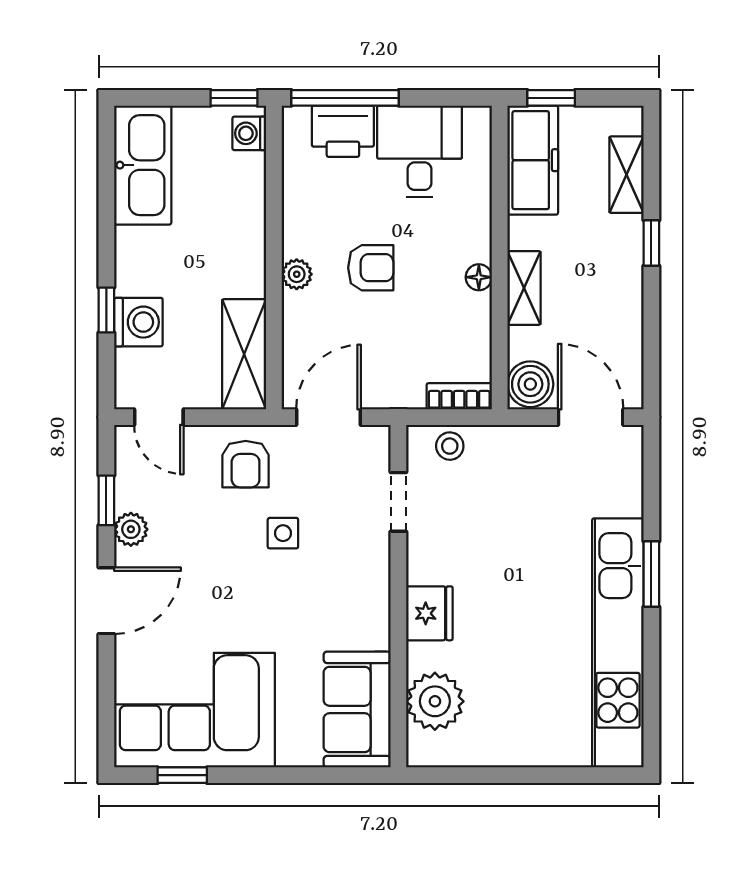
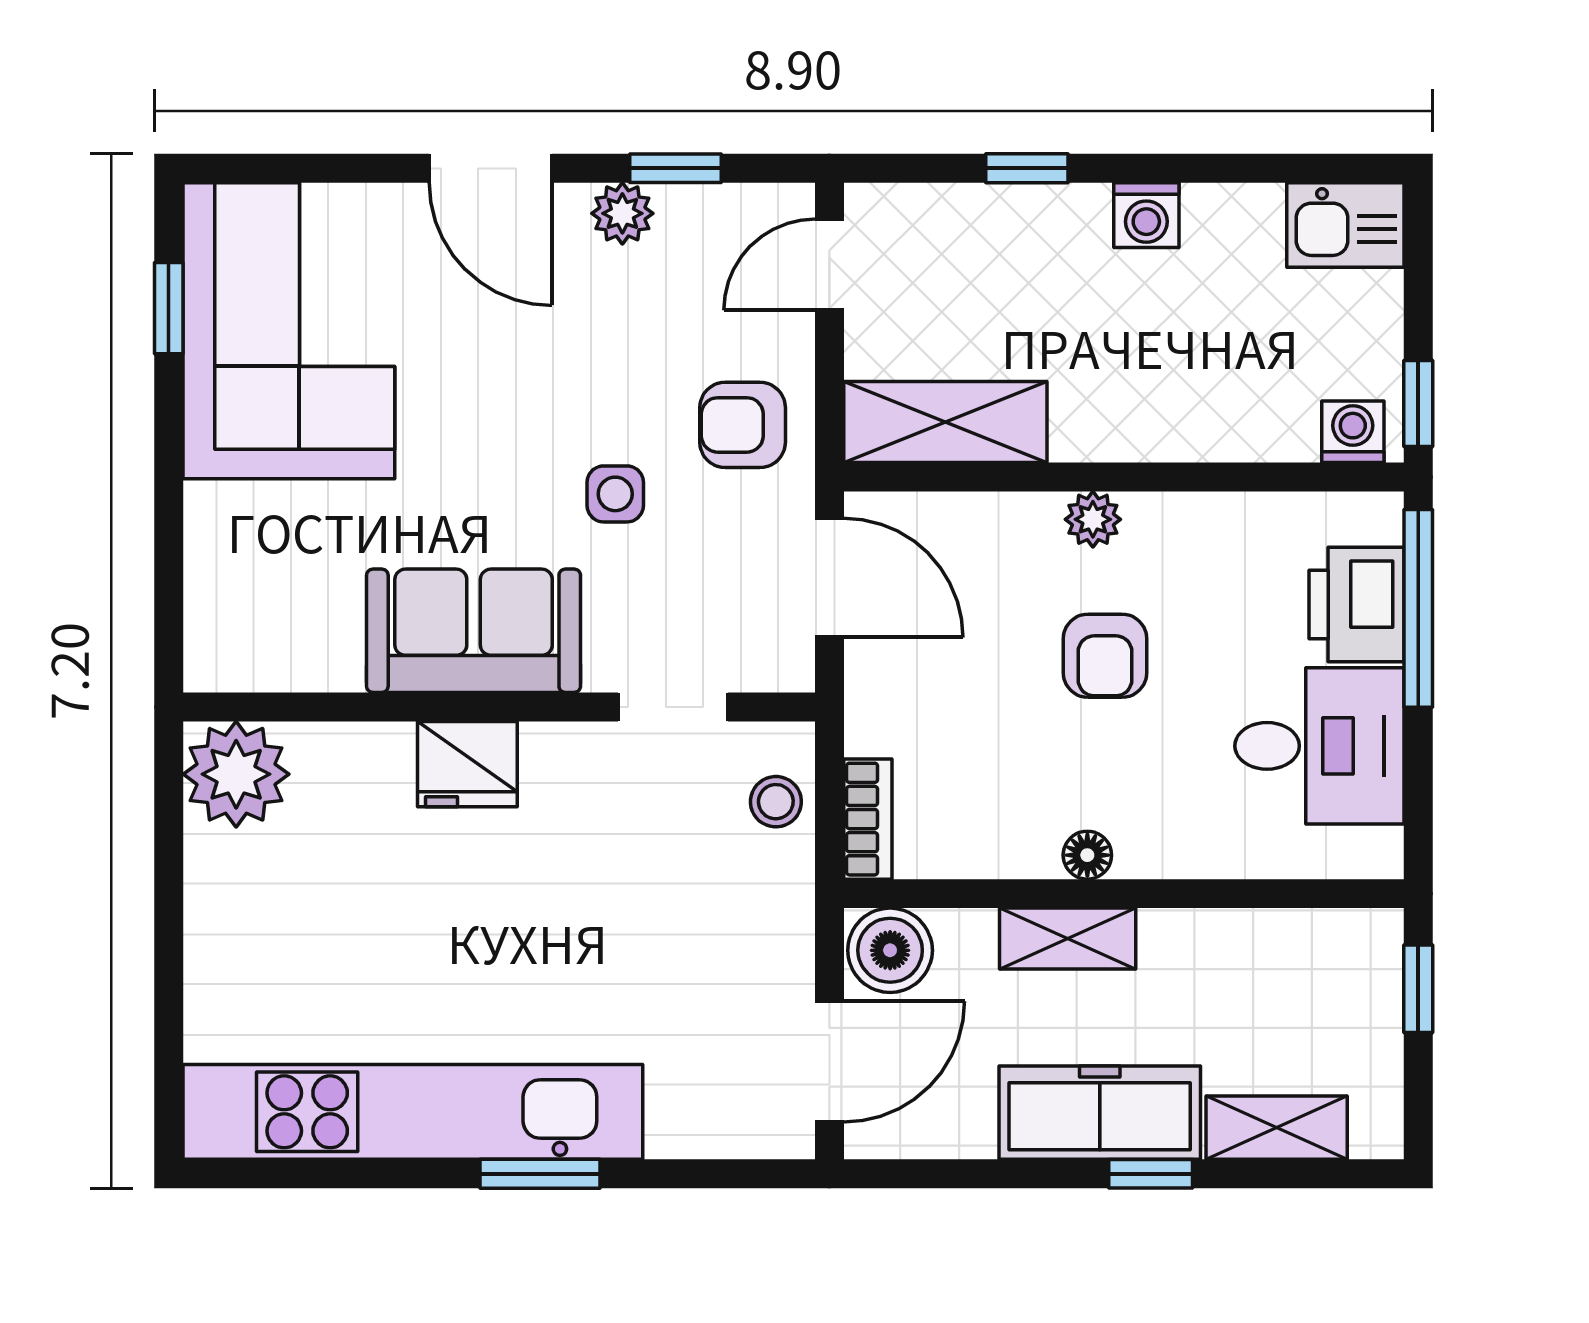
freezer: (533, 160) -> (1100, 1113), moved, turned 180
kitchen sink: (143, 165) -> (1345, 225), width x0.53, depth x0.81
washing machine: (138, 322) -> (1146, 215), moved, width x0.73, depth x0.73
plant: (435, 701) -> (236, 774), moved
sofa: (357, 709) -> (474, 631), moved

